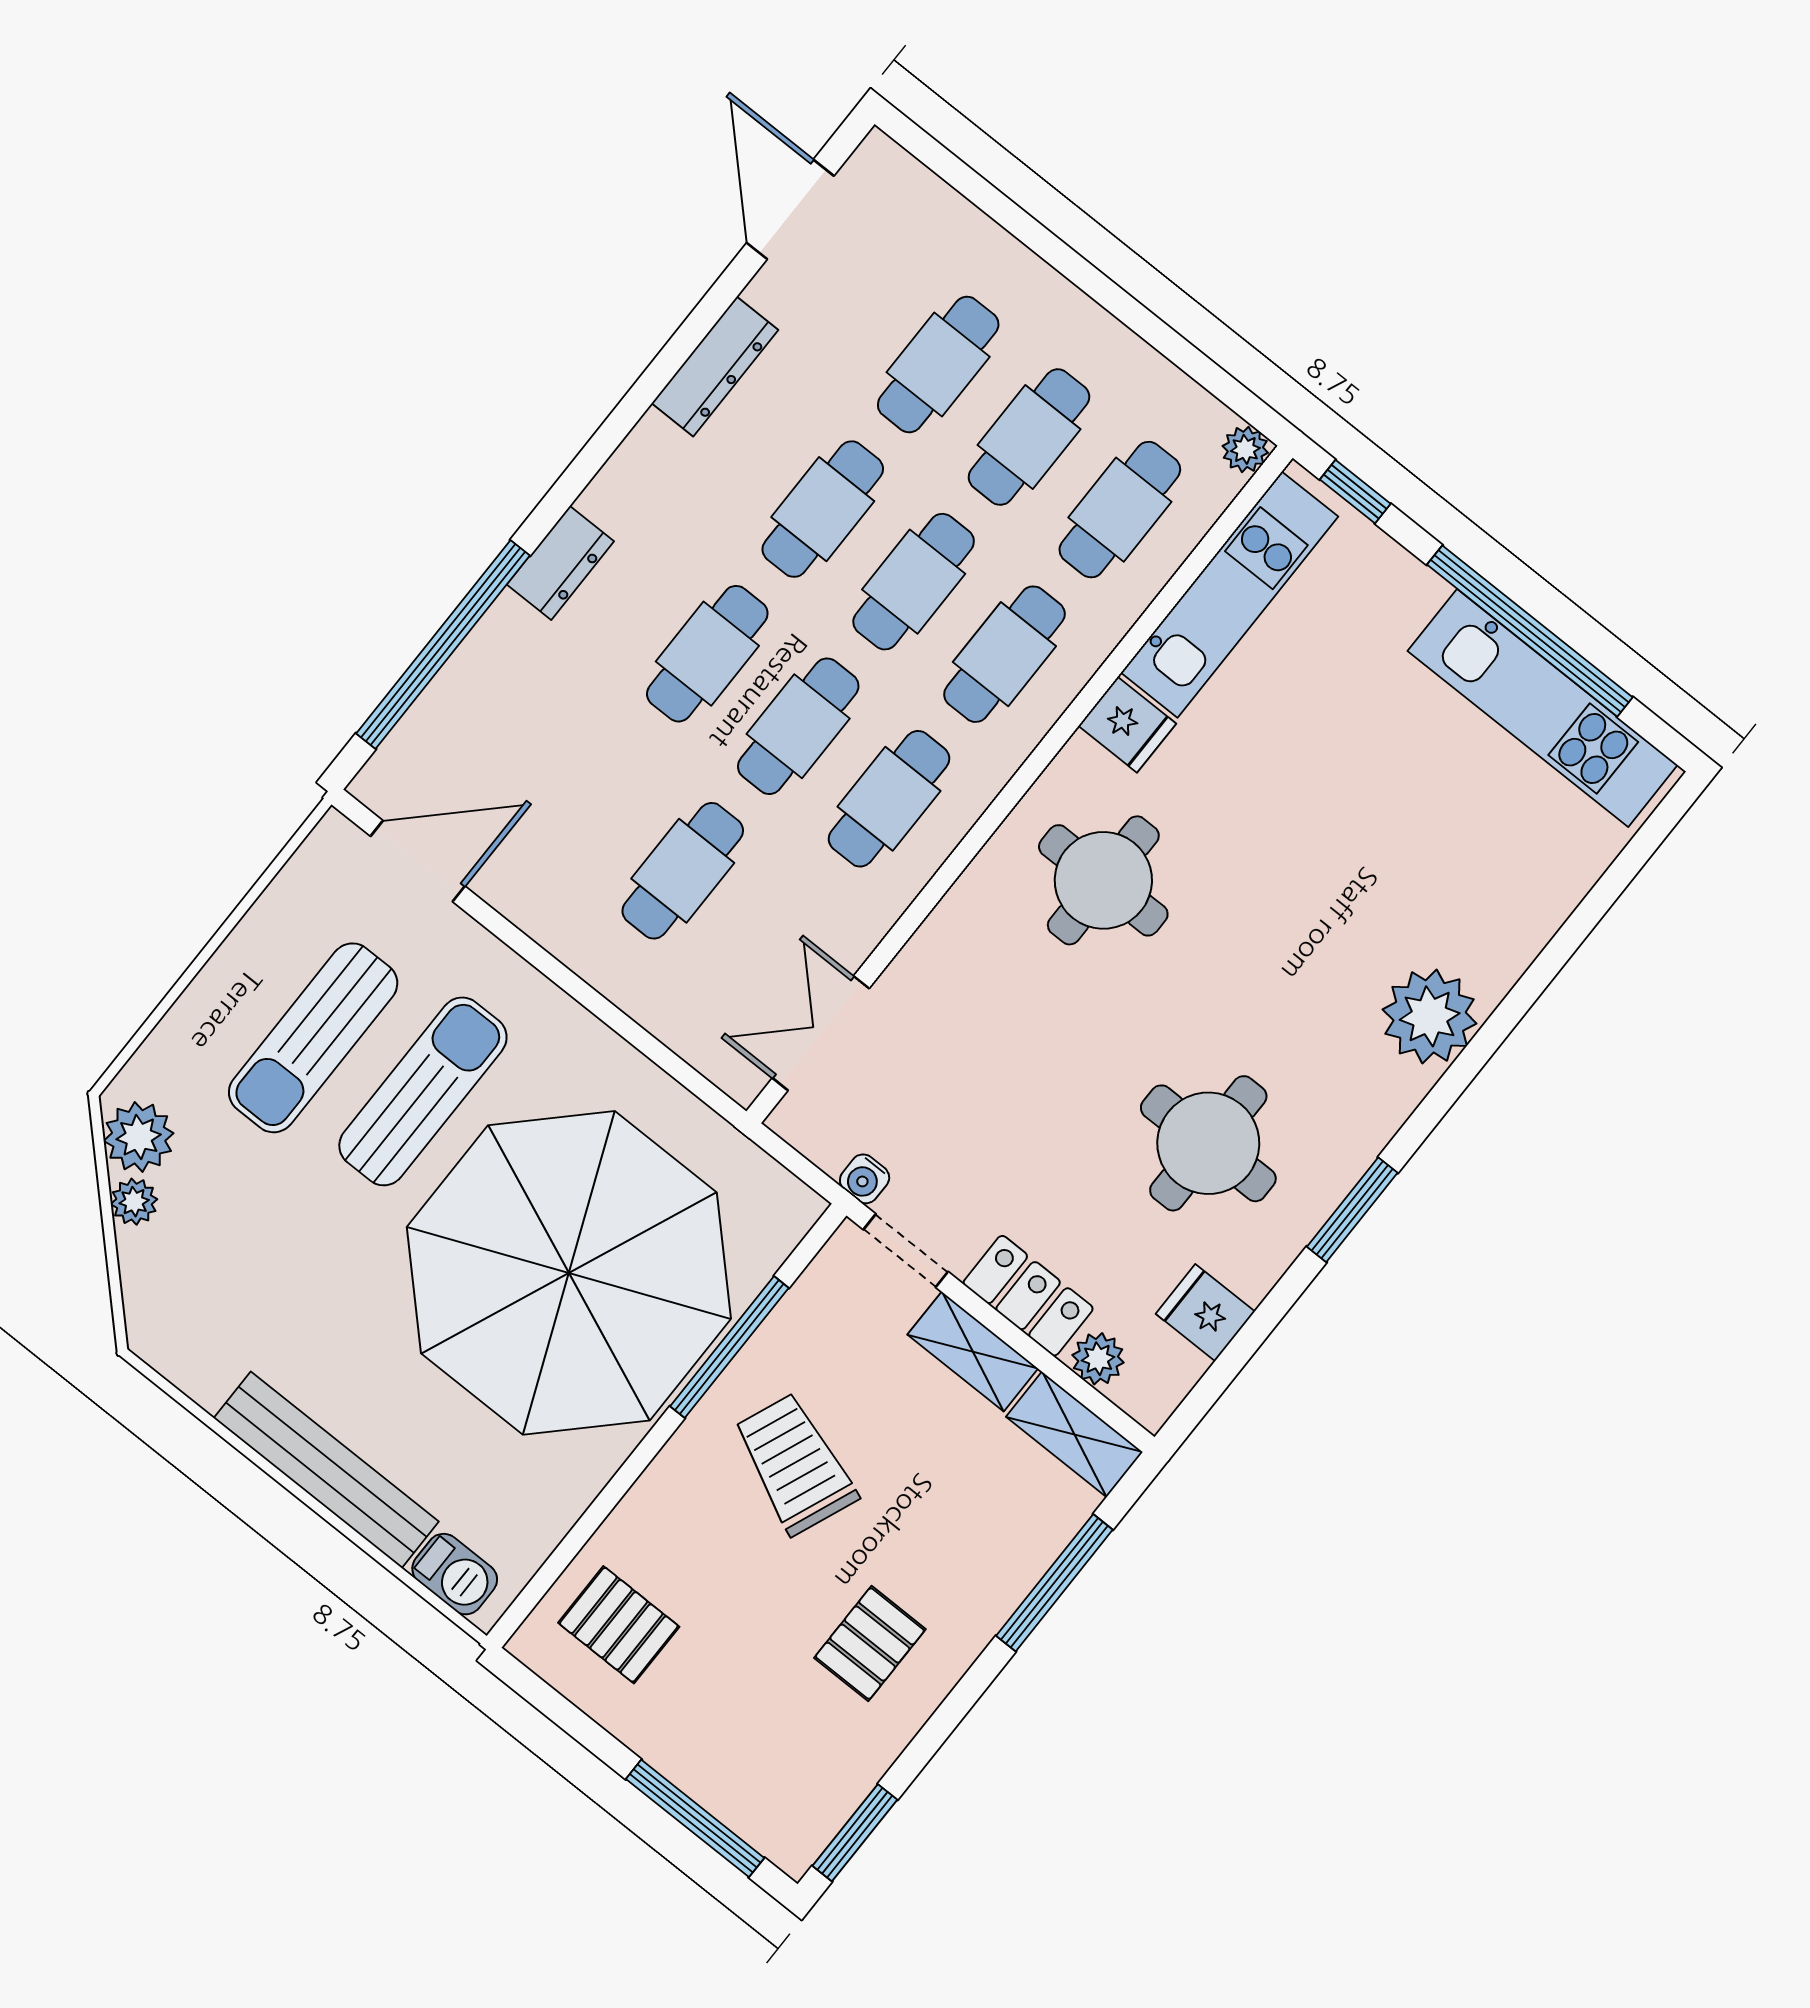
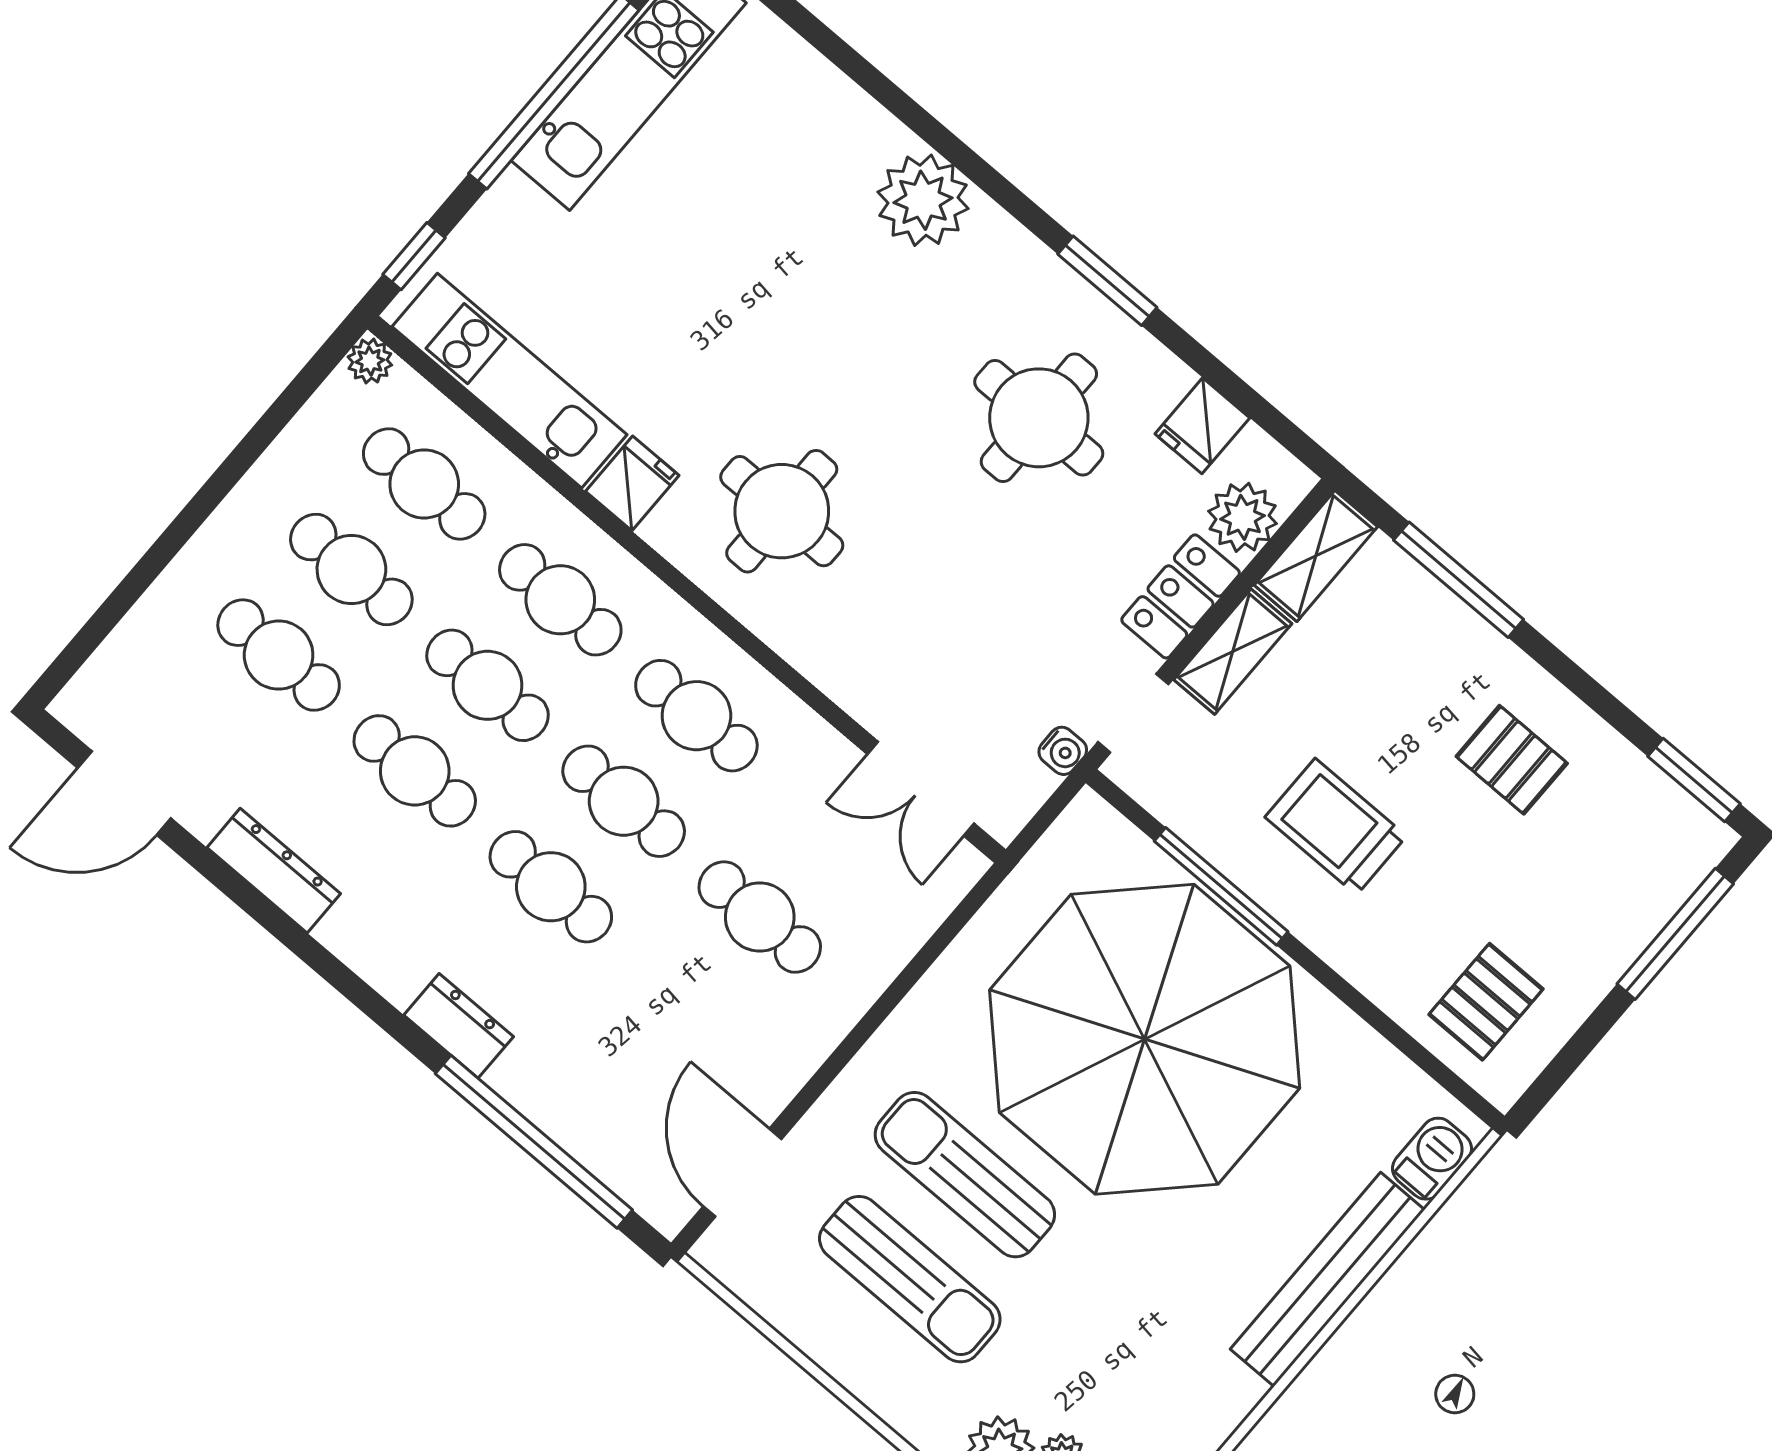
plant: (1098, 1359) -> (1243, 517), width x1.38, depth x1.38
trolley: (795, 1464) -> (1336, 827), turned 68

